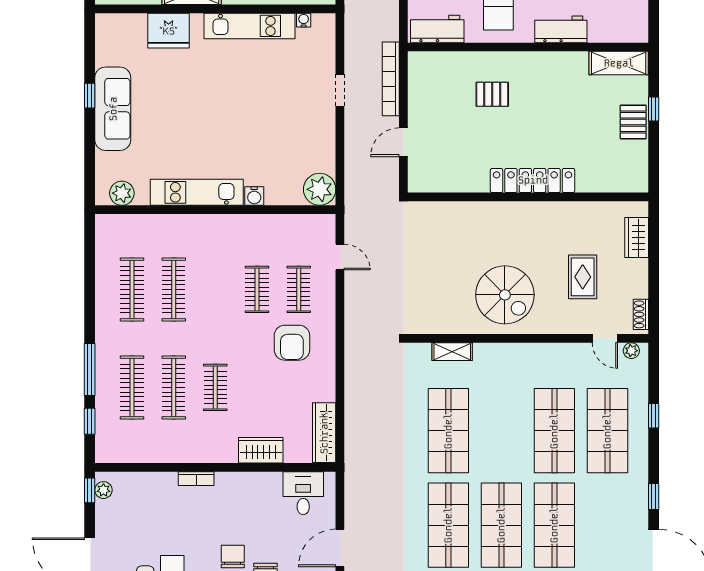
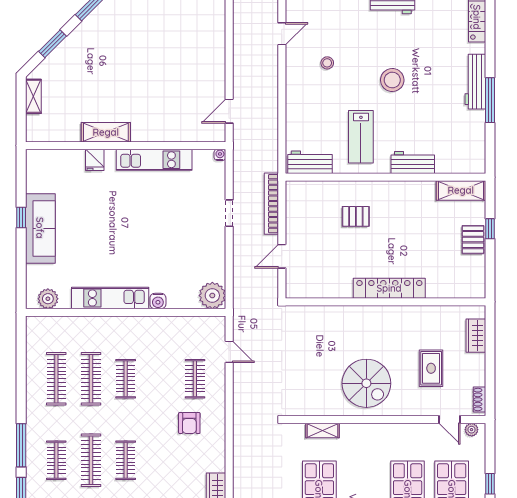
water cooler: (304, 20) -> (220, 155), moved
fridge: (169, 31) -> (95, 160), width x0.53, depth x0.75
clothes rail: (257, 289) -> (126, 379), moved
armchair: (292, 343) -> (189, 423), width x0.72, depth x0.72
clothes rail: (132, 387) -> (56, 460), width x0.73

